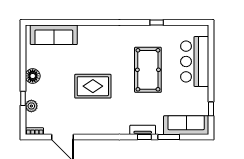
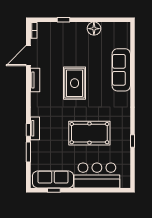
sofa: (54, 35) -> (121, 70), moved
floor lamp: (33, 76) -> (94, 29), moved
plant: (31, 106) -> (57, 27), removed
sofa: (186, 125) -> (53, 179), moved, turned -90
tv unit: (89, 130) -> (35, 80), added

